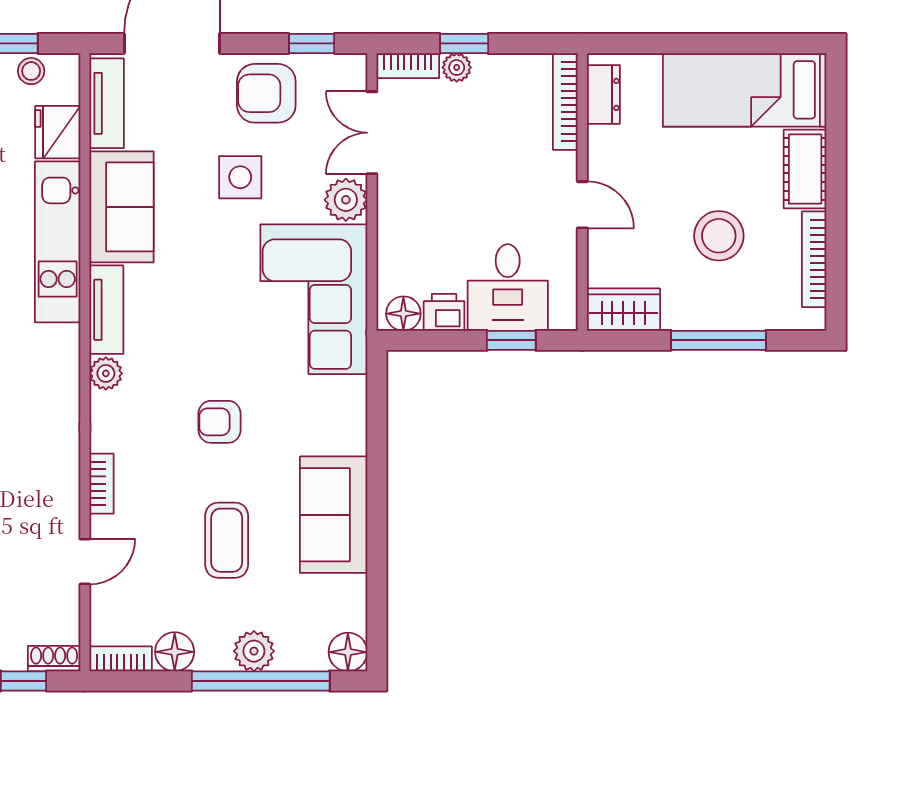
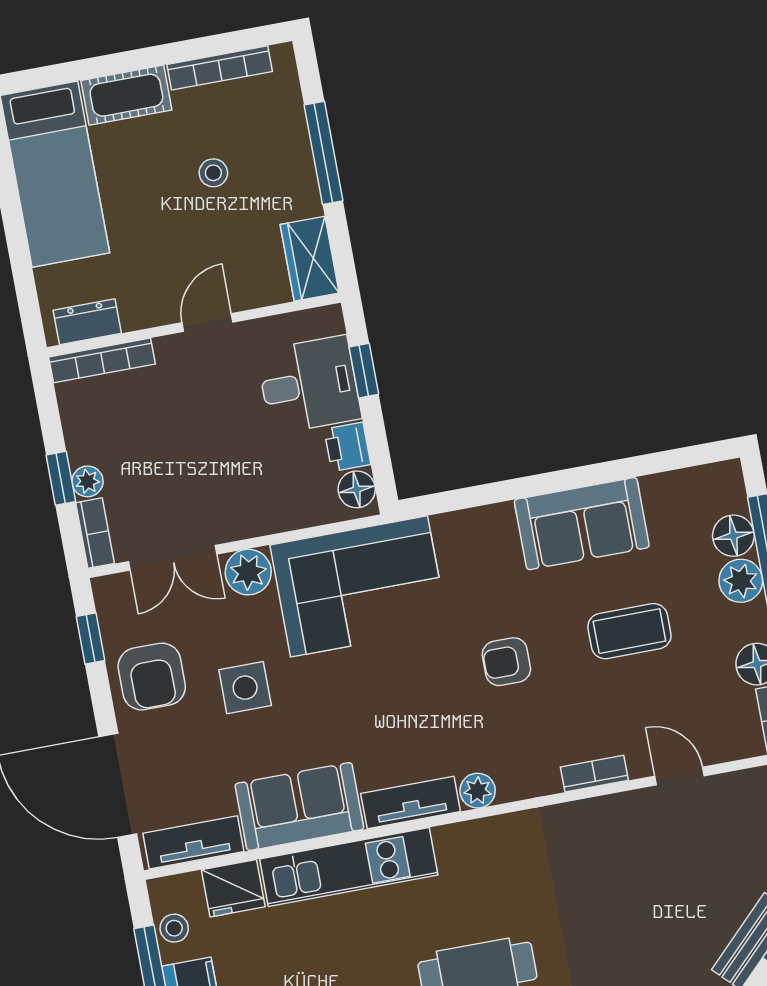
stool: (719, 236) -> (213, 173), width x0.53, depth x0.53
armchair: (220, 422) -> (506, 662), turned 90
floor lamp: (348, 652) -> (733, 536), moved

